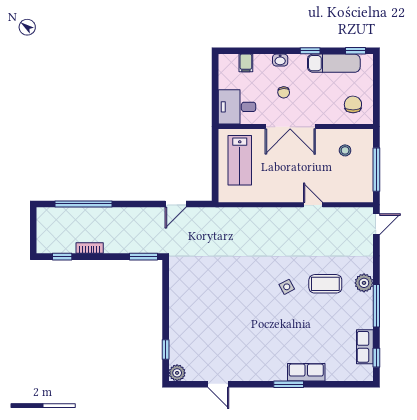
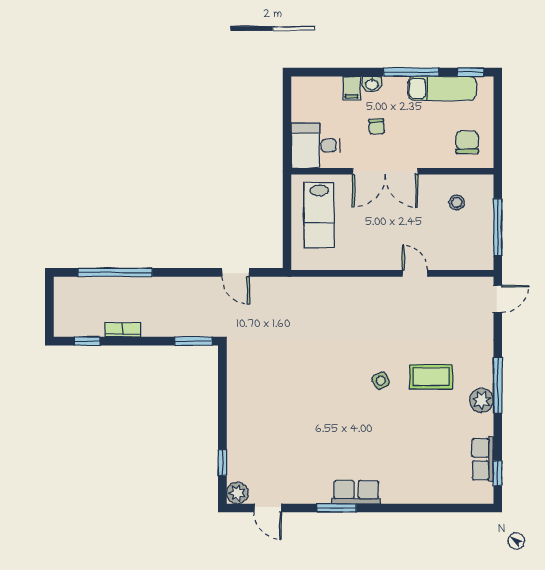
window: (310, 51) -> (411, 72), width x2.17
filing cabinet: (246, 63) -> (352, 88), moved
door: (176, 204) -> (236, 272), hinge flipped
plant: (364, 283) -> (482, 400), moved
window: (376, 306) -> (498, 385), moved
row of seats: (306, 372) -> (356, 492), moved
door: (218, 384) -> (268, 508), moved
window: (289, 384) -> (337, 508), moved

